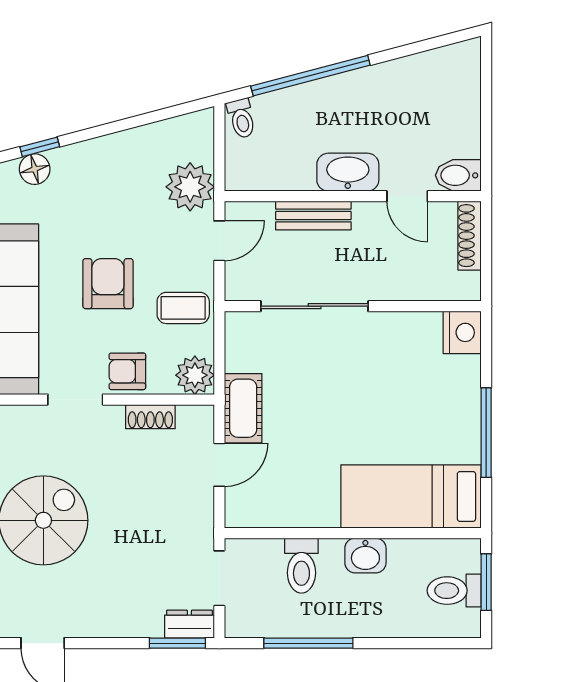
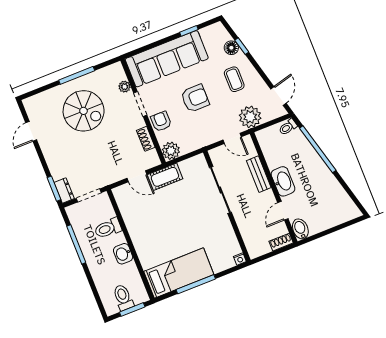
door: (171, 112) -> (278, 96), added
shoe rack: (469, 236) -> (281, 242), width x0.70
coffee table: (183, 308) -> (234, 79), moved
nightstand: (462, 332) -> (240, 259), width x0.53, depth x0.56
plant: (27, 417) -> (125, 87), added
bed: (411, 496) -> (179, 273), moved, turned 90

